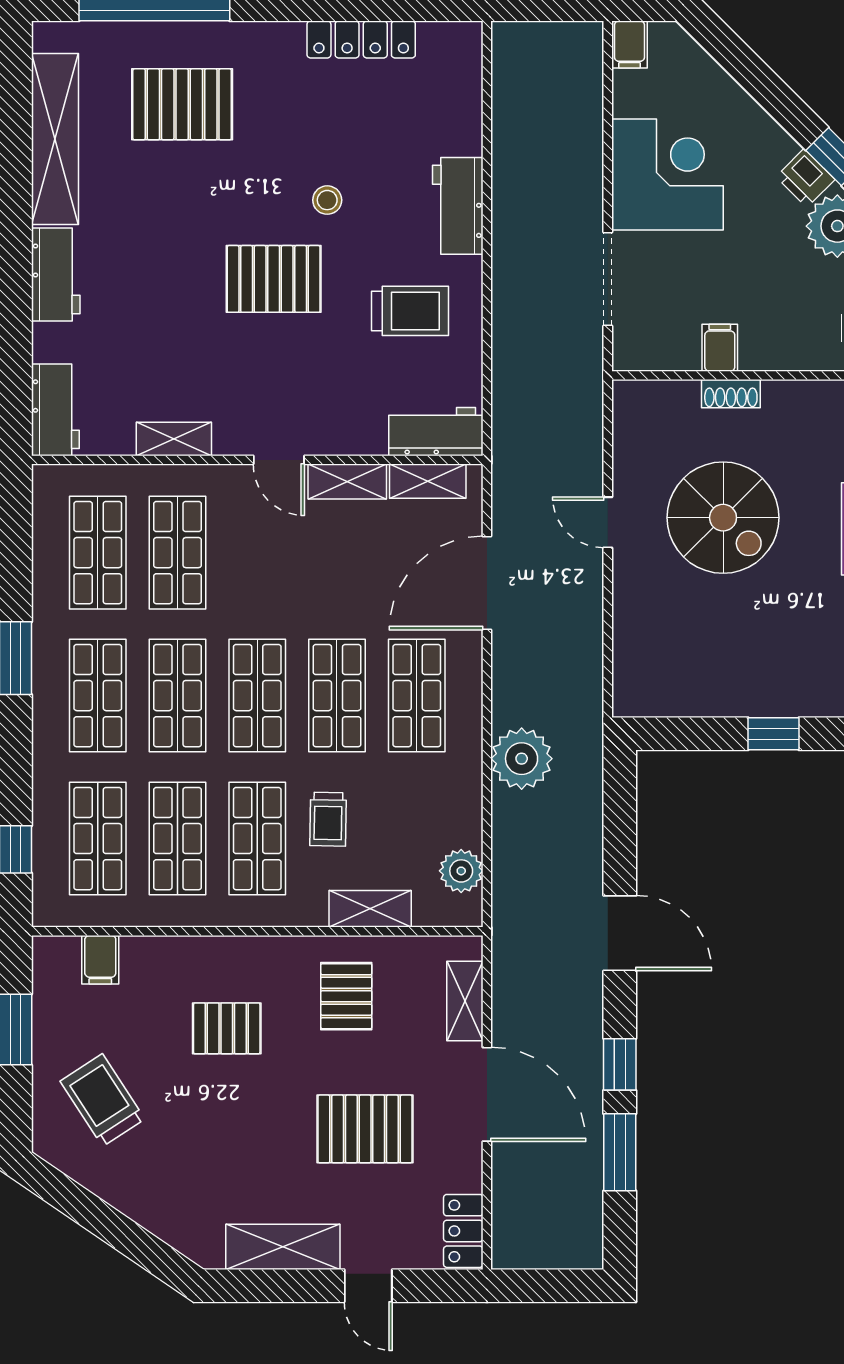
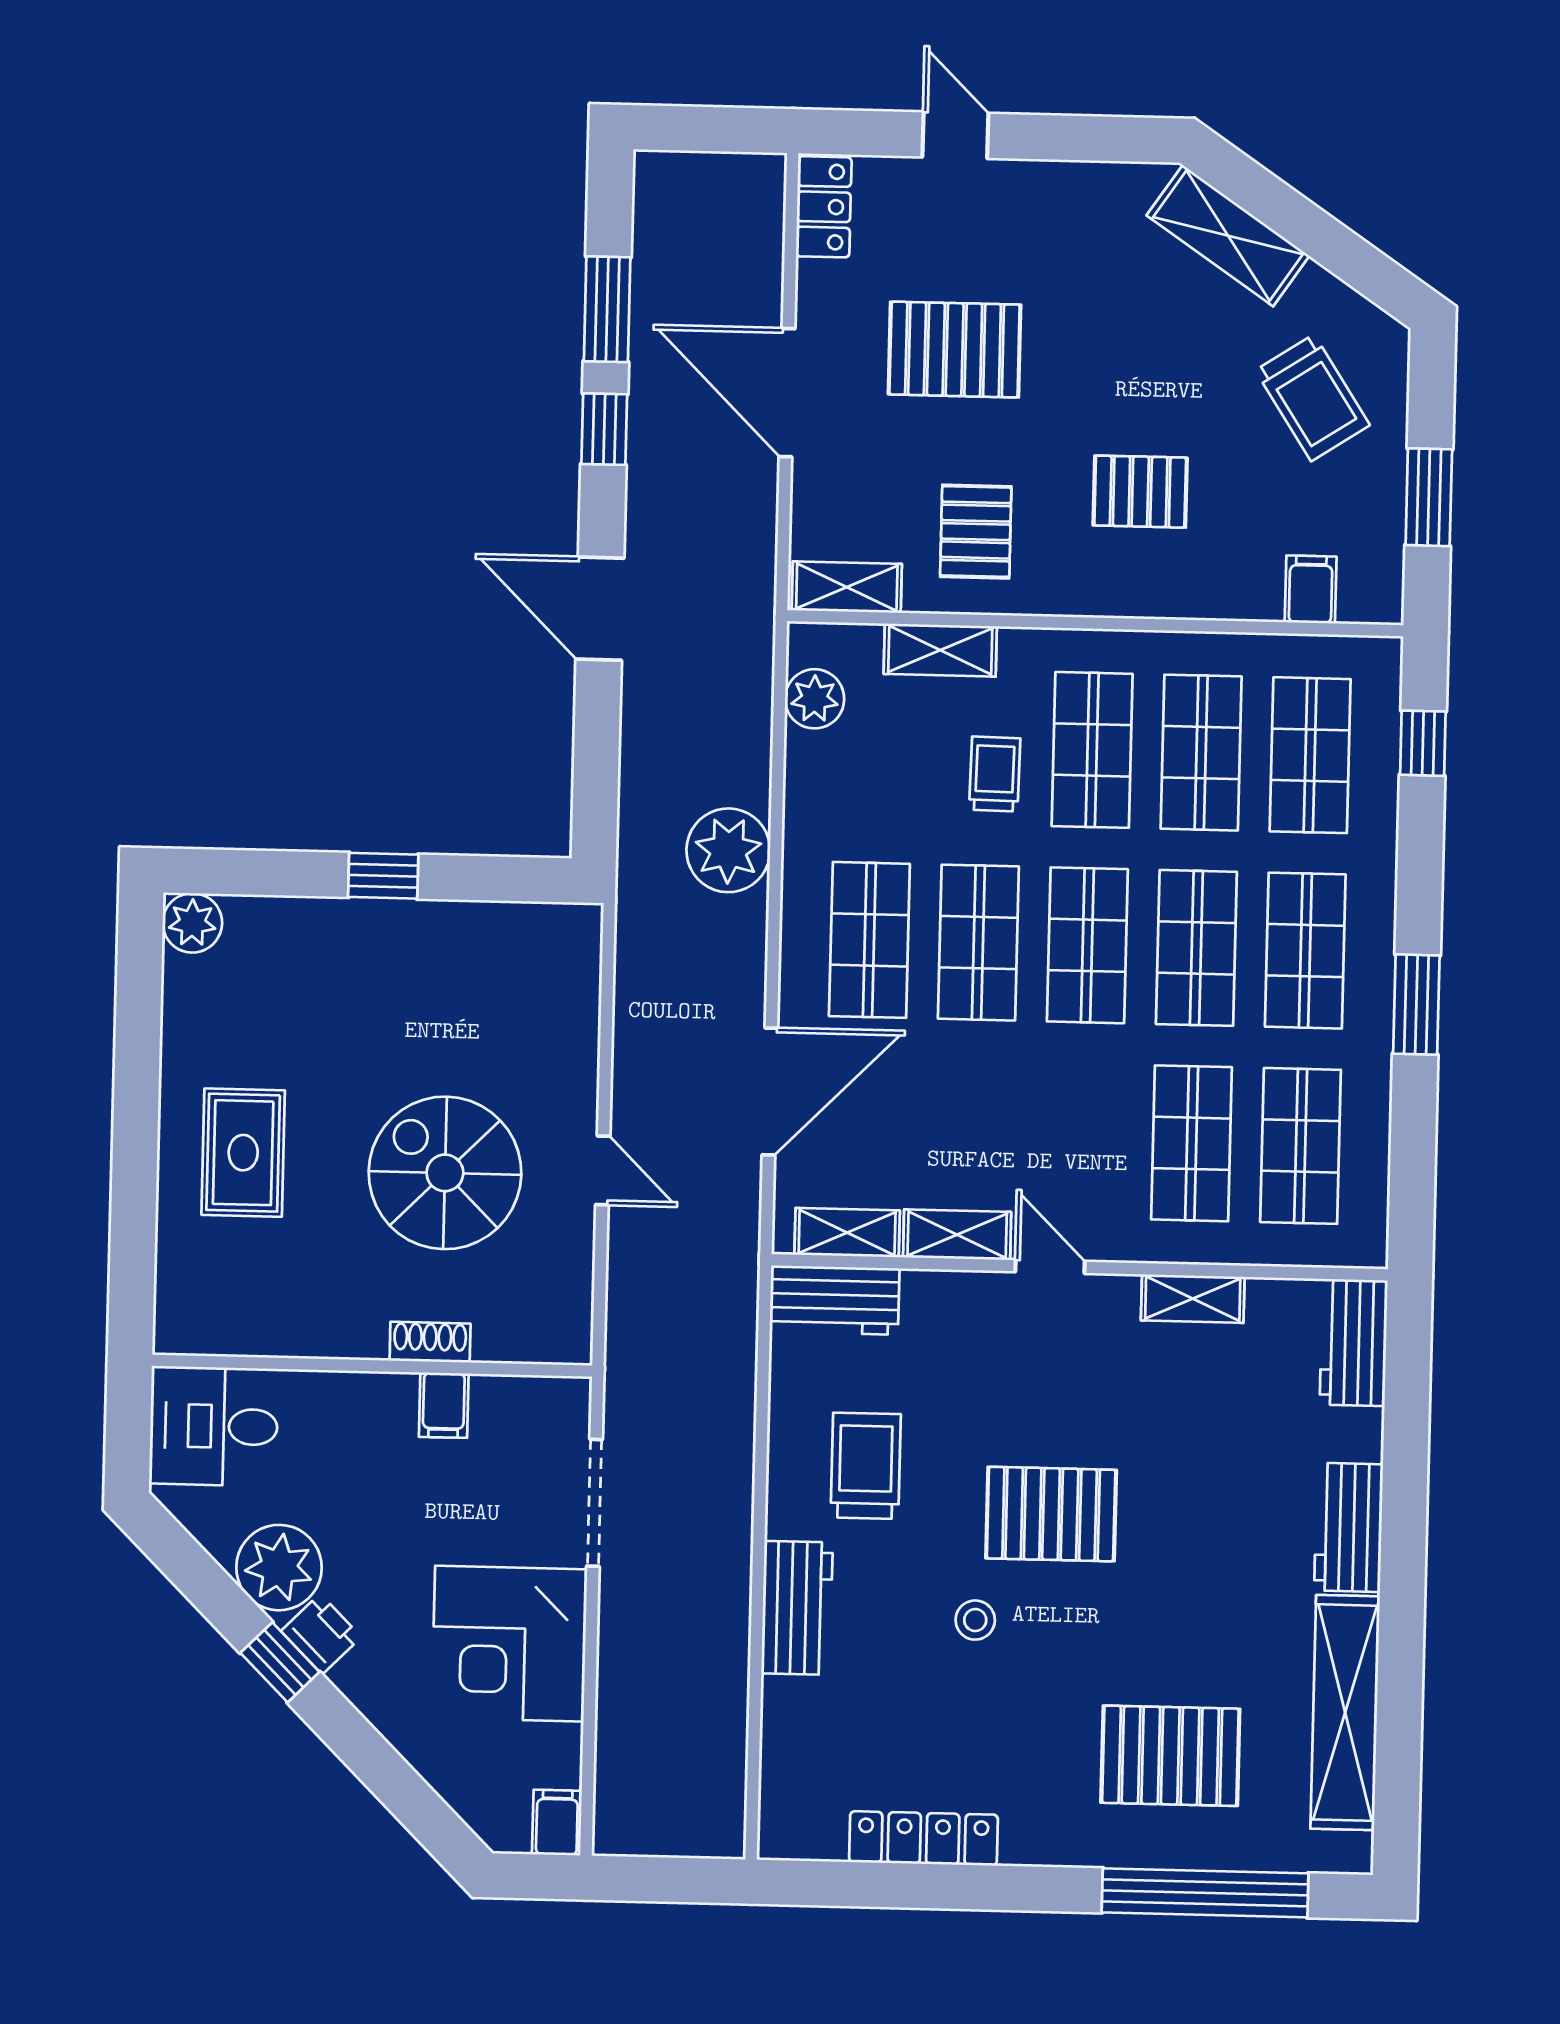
trolley: (410, 311) -> (866, 1466), turned 90
shelving: (465, 1001) -> (847, 587), moved, turned 90
shelving: (283, 1247) -> (1228, 236), moved, turned 34

